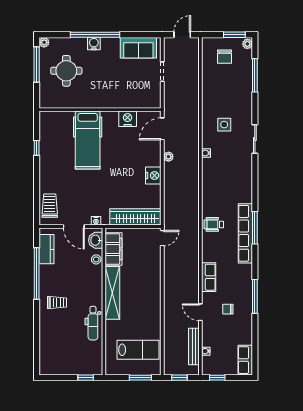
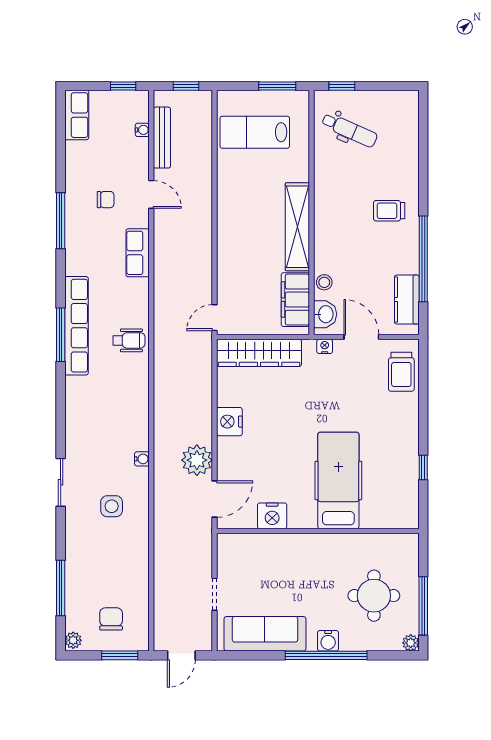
window: (234, 35) -> (120, 655), moved
sofa: (138, 48) -> (265, 634), width x1.36
plant: (168, 157) -> (197, 460), width x1.88, depth x1.88
dental chair: (93, 323) -> (349, 130), moved, turned 114
window: (140, 378) -> (277, 86), moved

